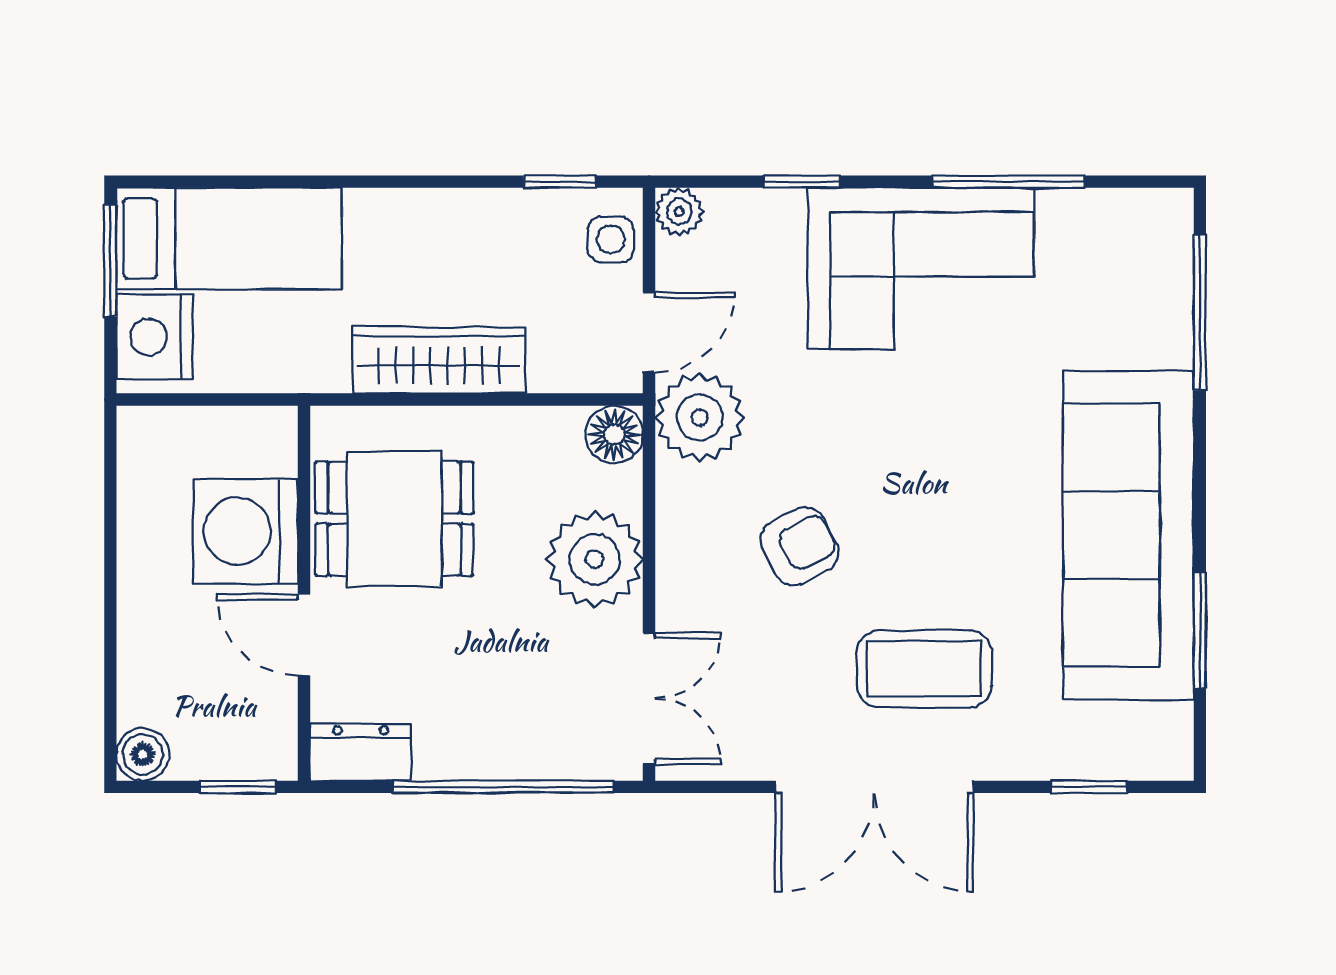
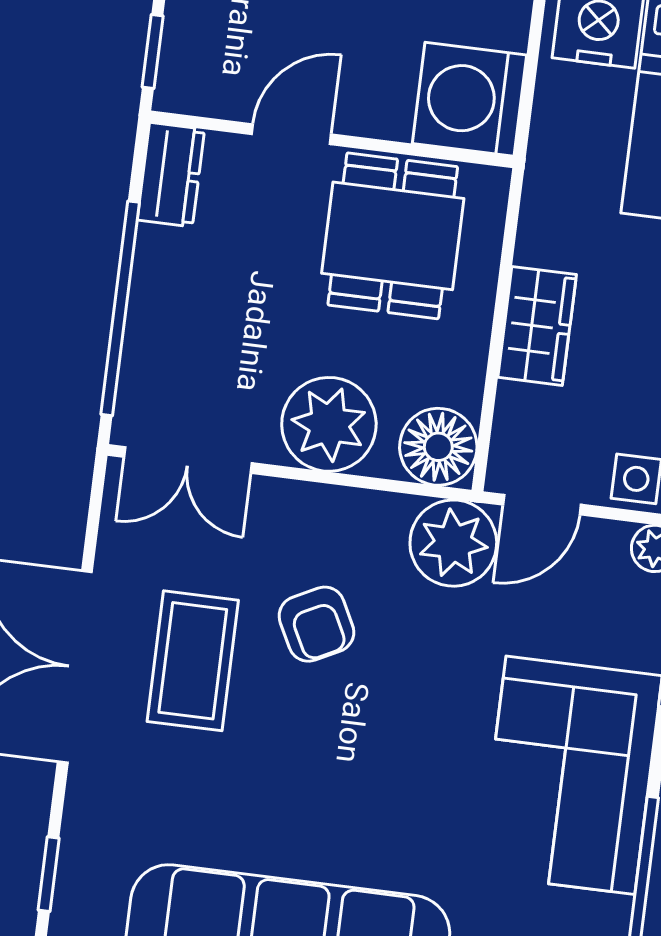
door: (649, 332) -> (542, 505), hinge flipped
wardrobe: (439, 360) -> (537, 326), width x0.67
floor lamp: (614, 434) -> (438, 447), width x1.38, depth x1.38
washing machine: (245, 531) -> (470, 99), moved, turned -90
coffee table: (924, 669) -> (193, 661), moved

